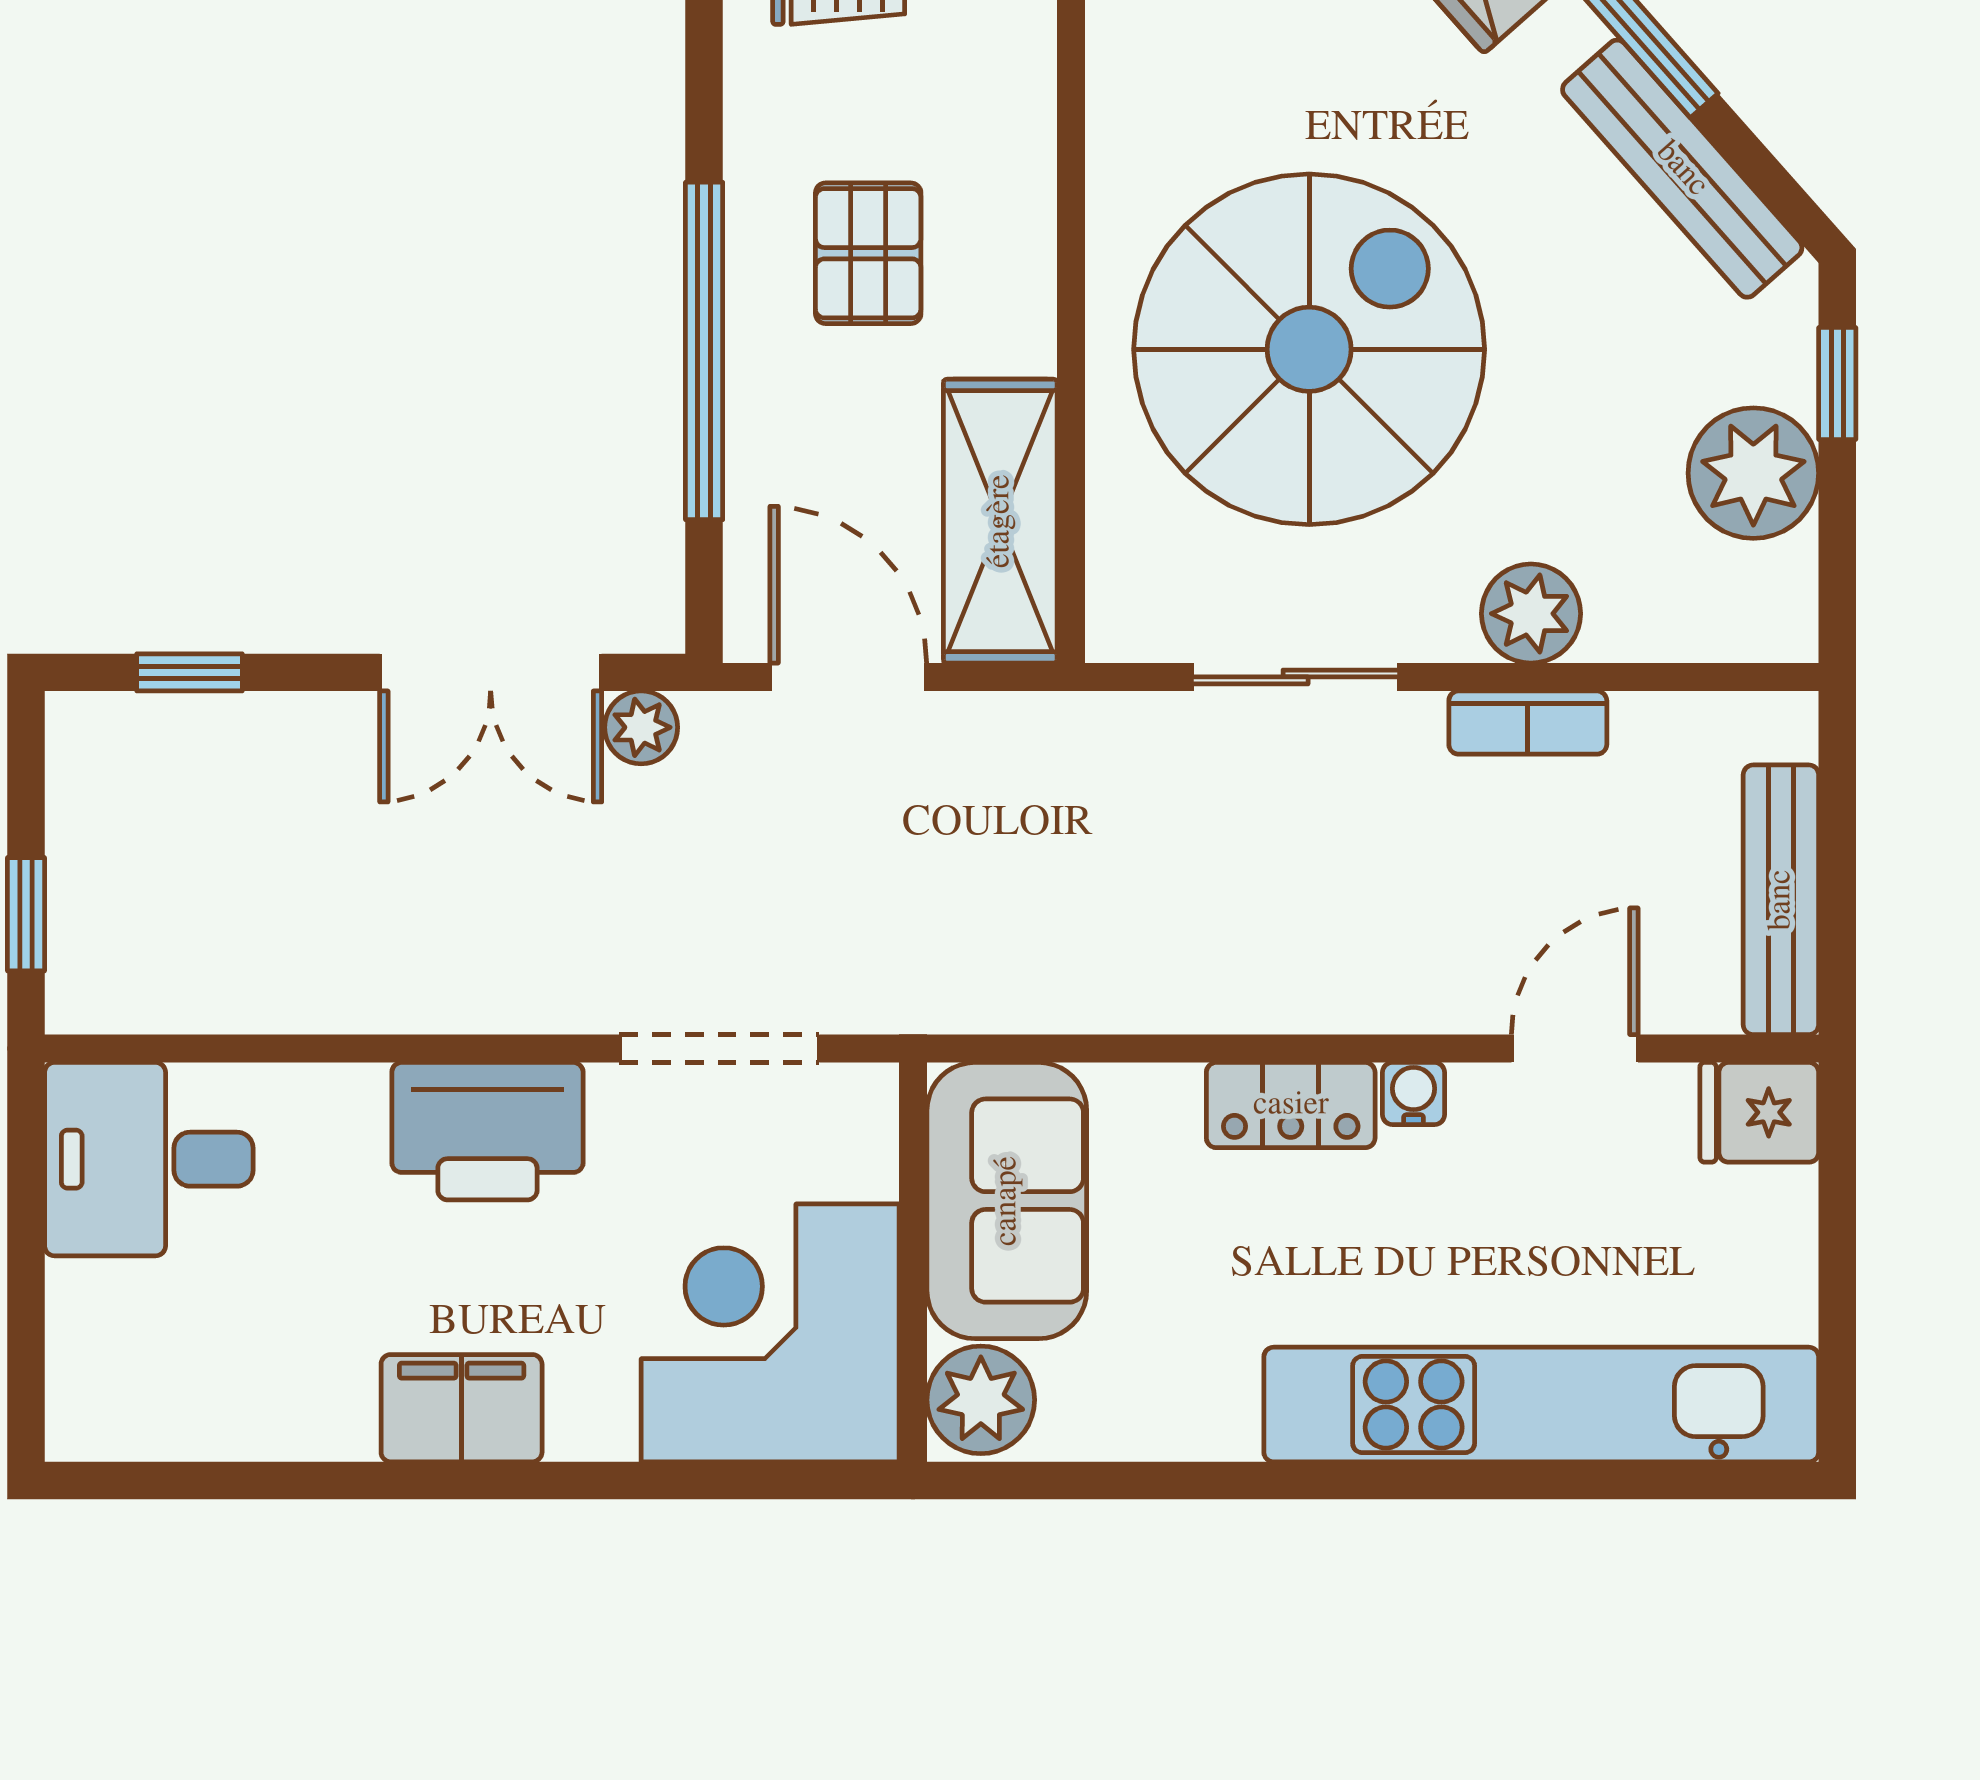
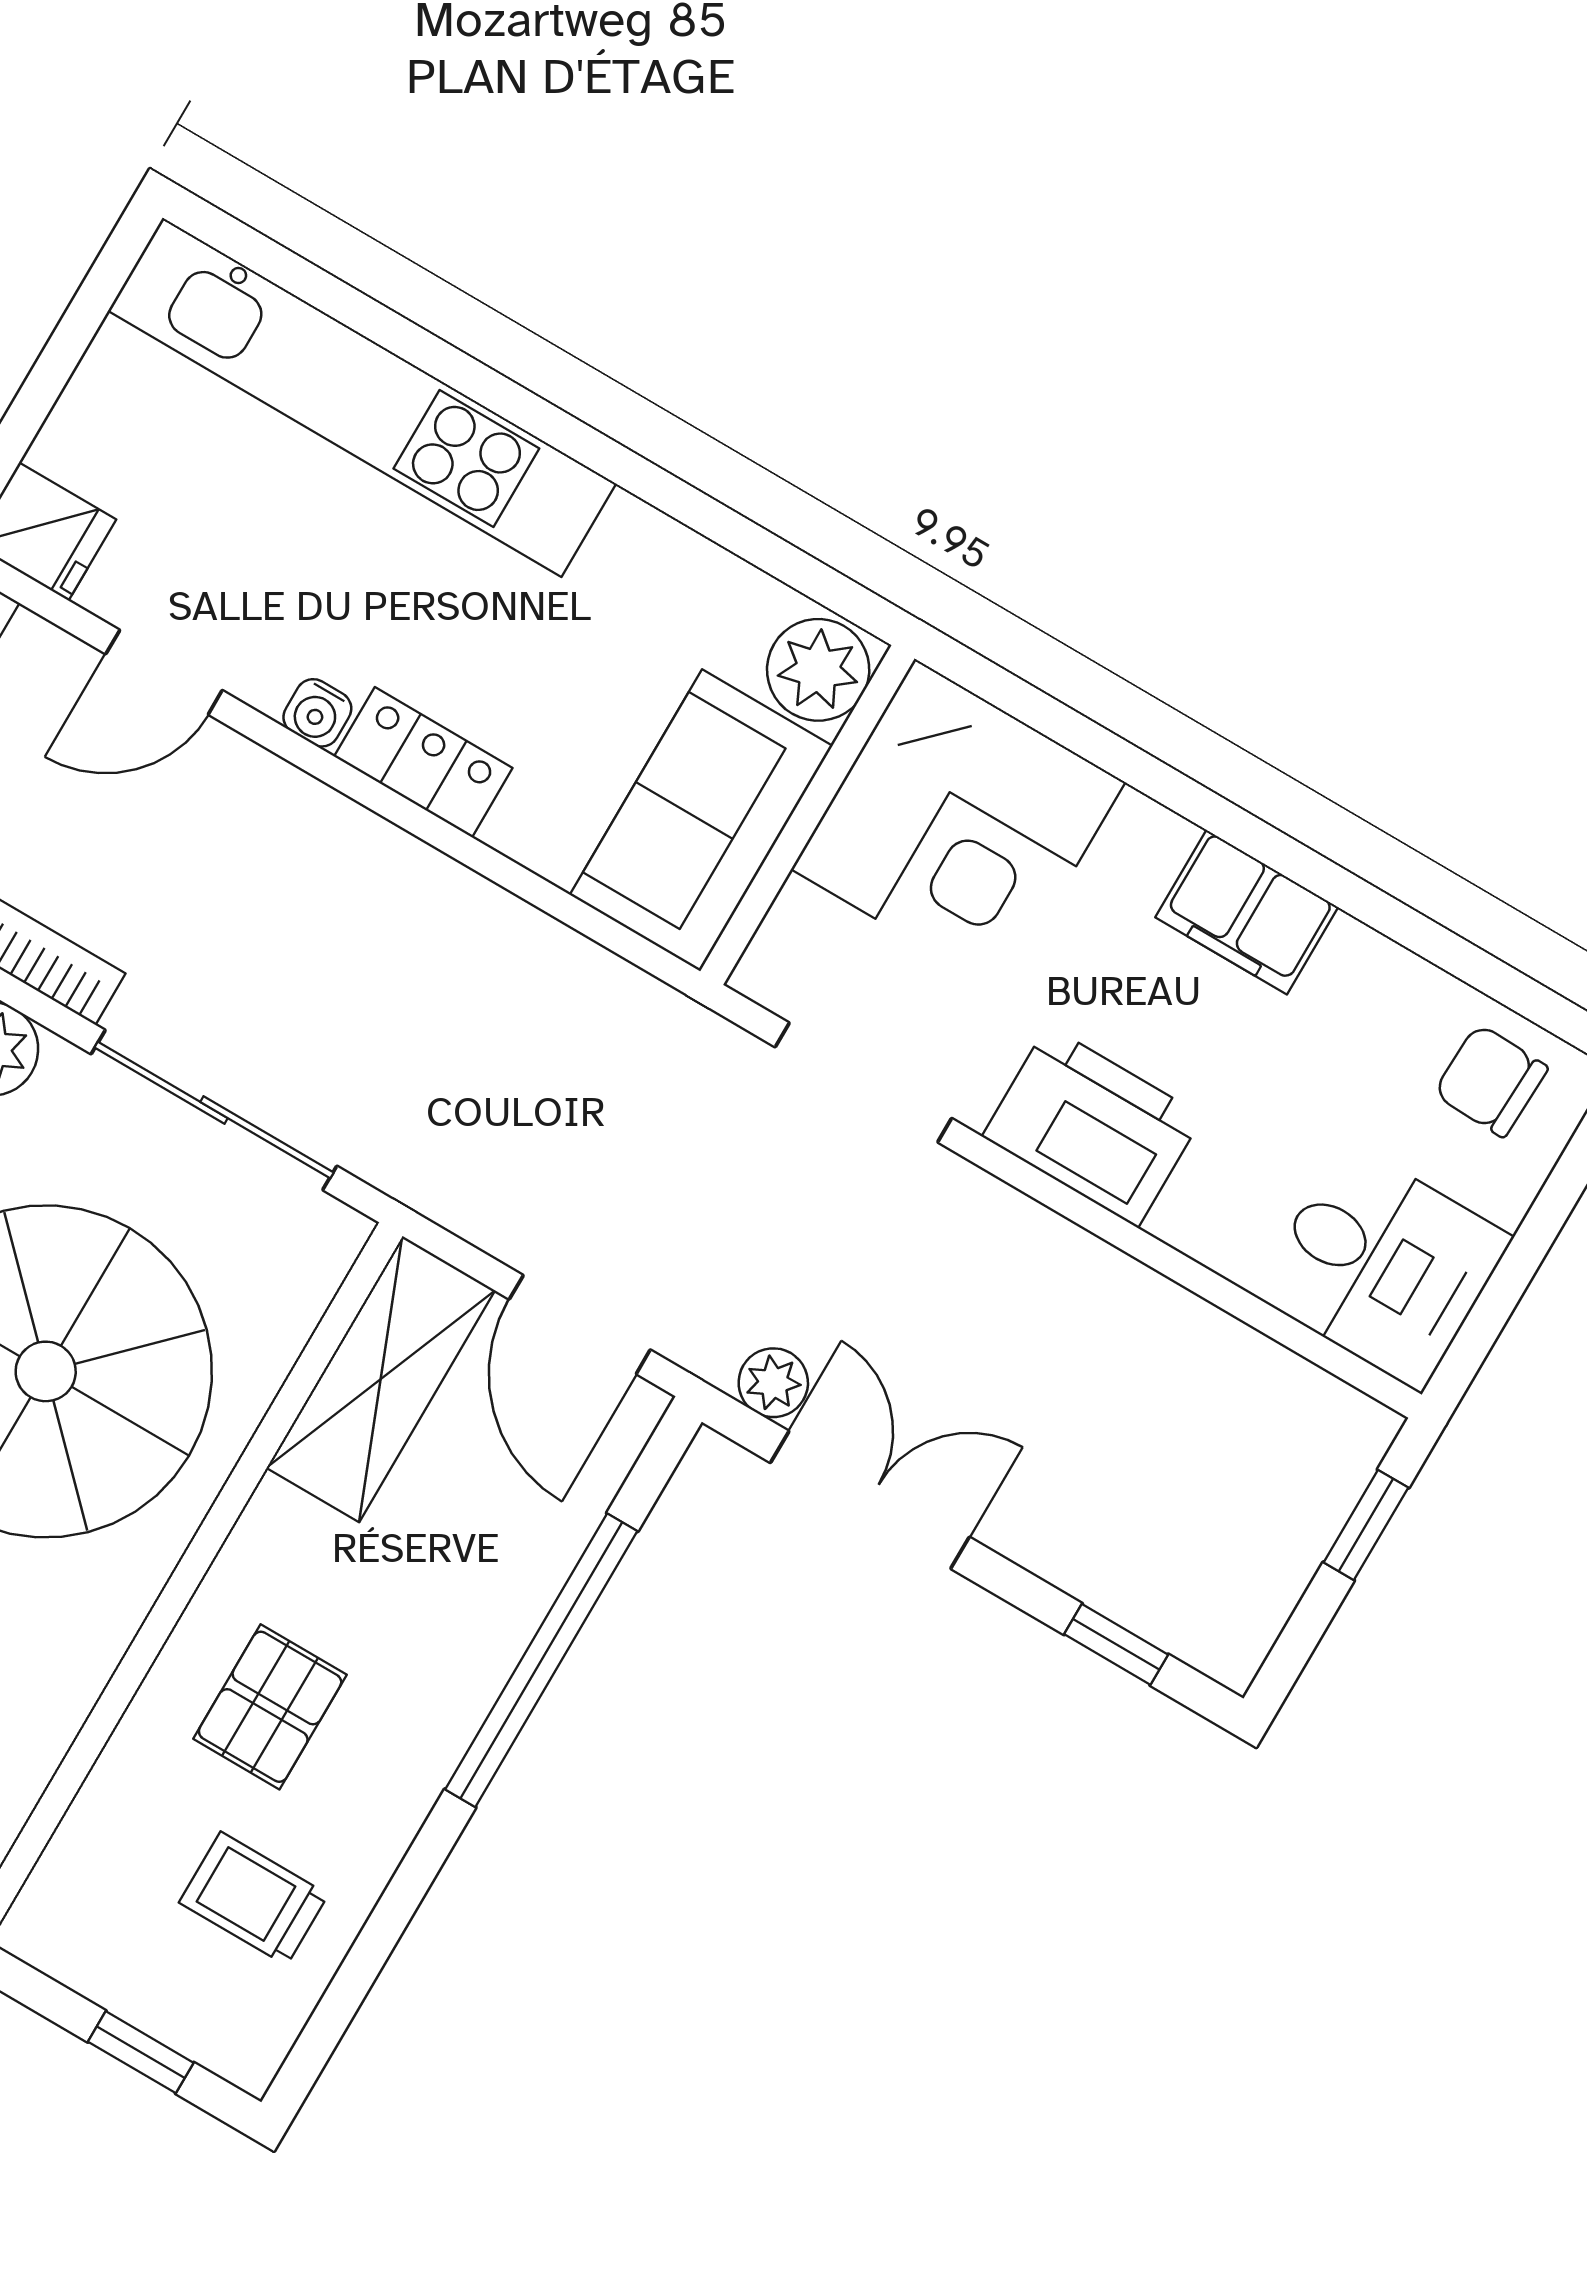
pallet: (868, 253) -> (270, 1707), moved
sliding door: (1296, 677) -> (214, 1110), width x1.37
chair: (150, 1385) -> (1491, 1081), added

